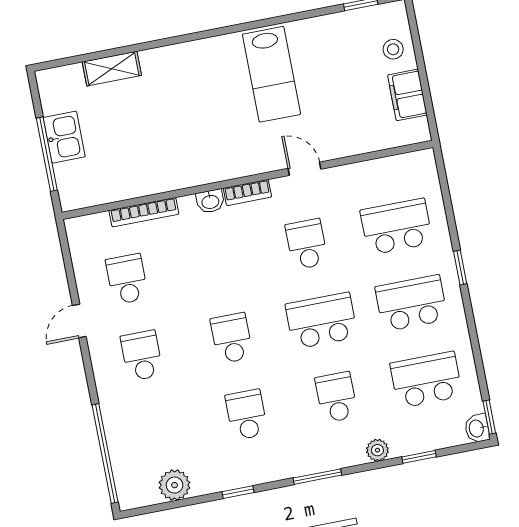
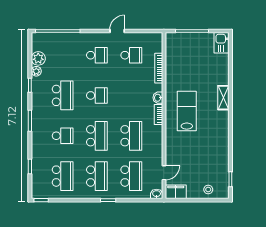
shelving: (112, 69) -> (223, 98), moved
lab bench: (271, 74) -> (187, 111), moved, turned 90
filing cabinet: (407, 95) -> (176, 192), moved
kitchen sink: (64, 137) -> (221, 43), moved, turned 90
door: (305, 169) -> (164, 173), moved
school desk: (307, 244) -> (131, 136), width x1.85
door: (79, 321) -> (117, 31), hinge flipped
school desk: (247, 415) -> (63, 95), width x1.85
washbasin: (477, 428) -> (157, 194), moved
plant: (377, 450) -> (36, 71), moved

